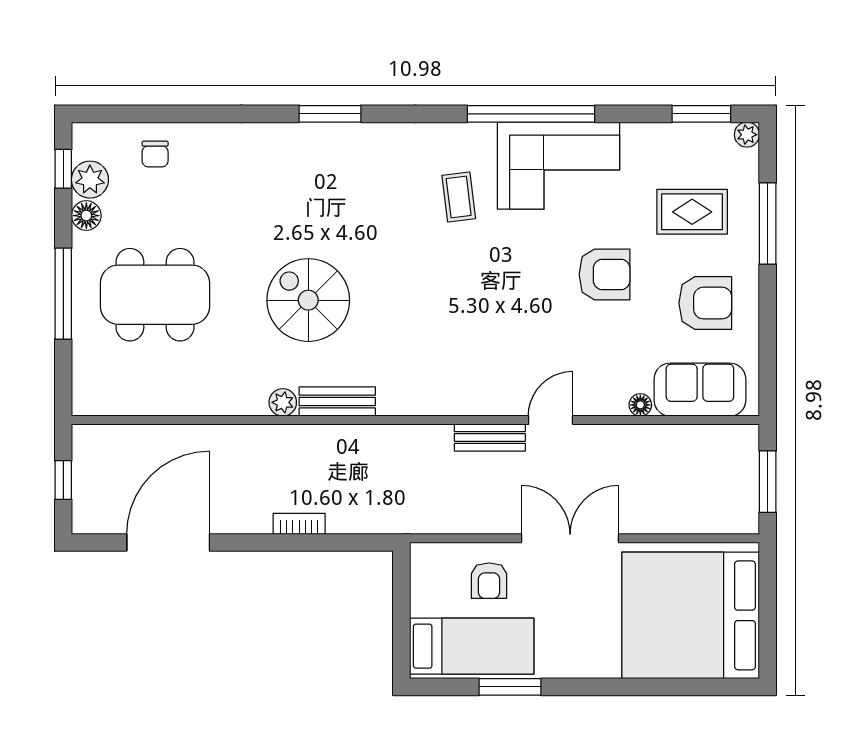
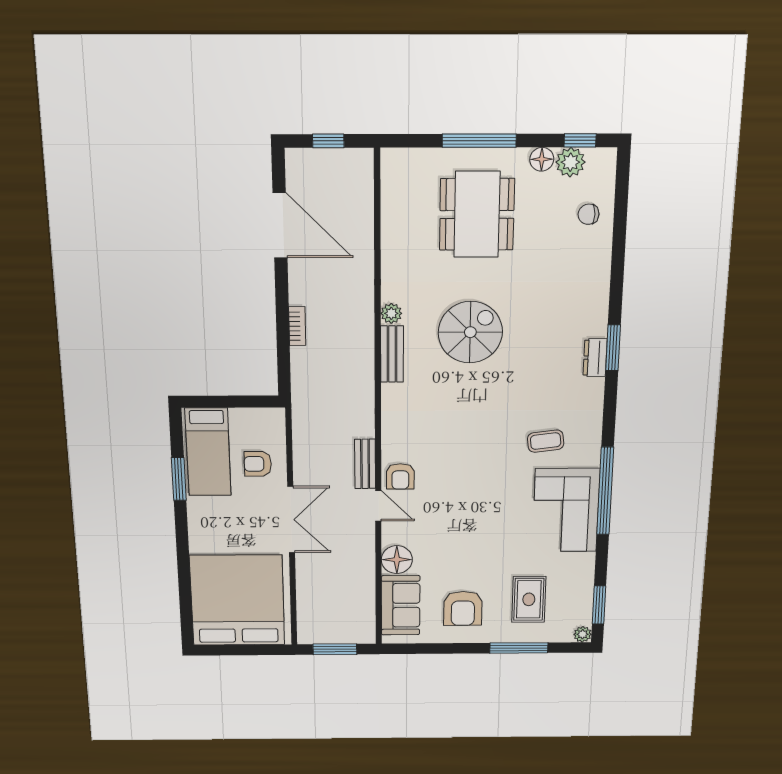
dresser: (343, 137) -> (595, 358), added
armchair: (605, 274) -> (400, 476), moved, width x0.72, depth x0.72
floor lamp: (640, 405) -> (397, 560), width x1.89, depth x1.89

